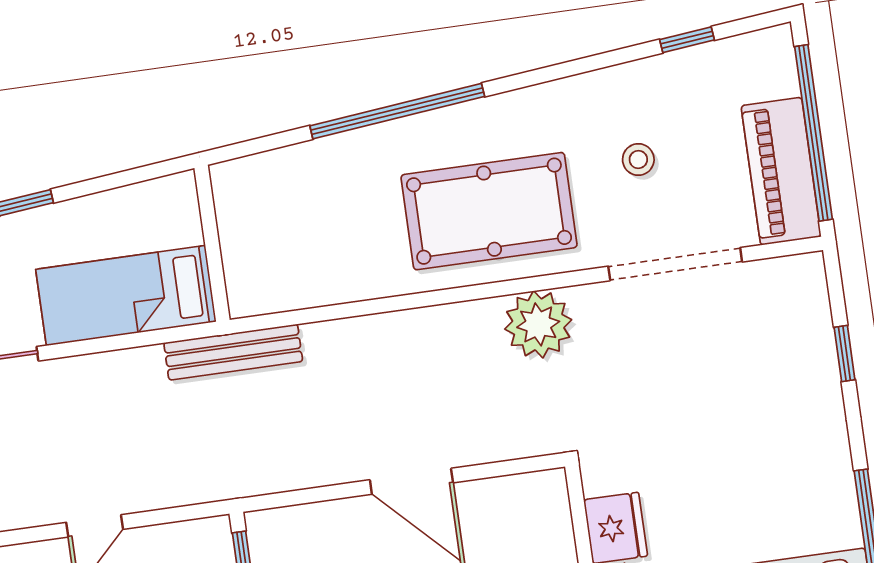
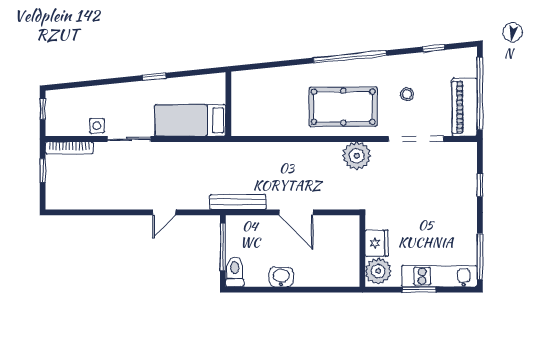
window: (397, 111) -> (350, 57), moved
bench: (233, 352) -> (238, 202), moved

